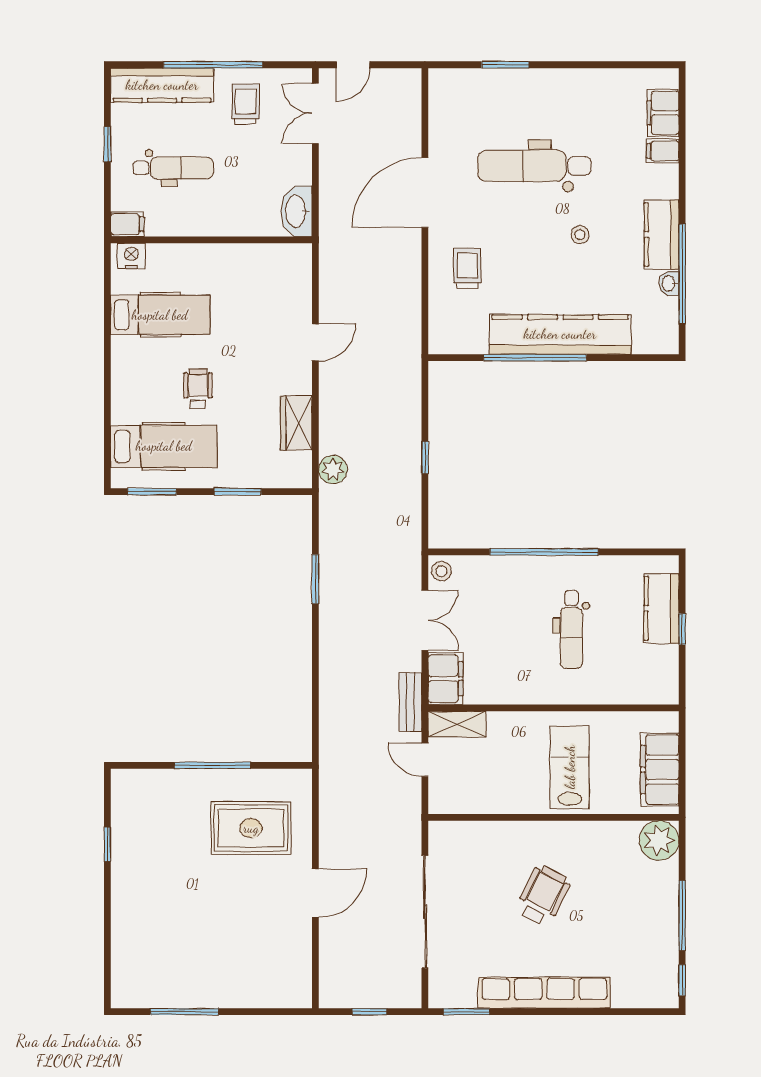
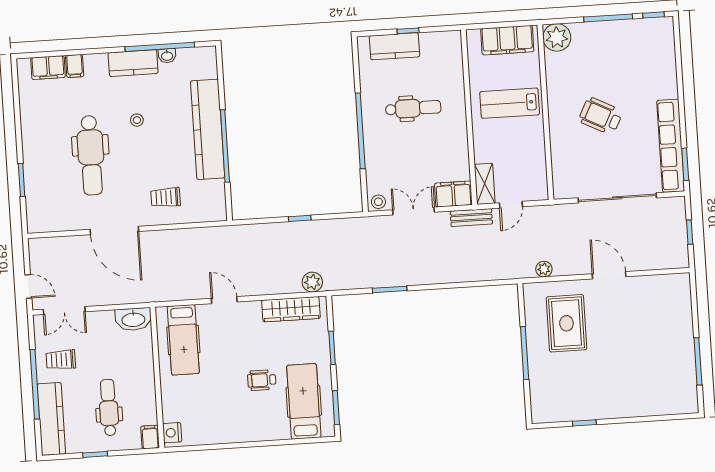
hospital bed: (160, 315) -> (183, 340), moved, turned 180
wardrobe: (296, 423) -> (291, 309), width x1.50
plant: (330, 801) -> (544, 269), added
row of seats: (544, 993) -> (671, 146), moved

